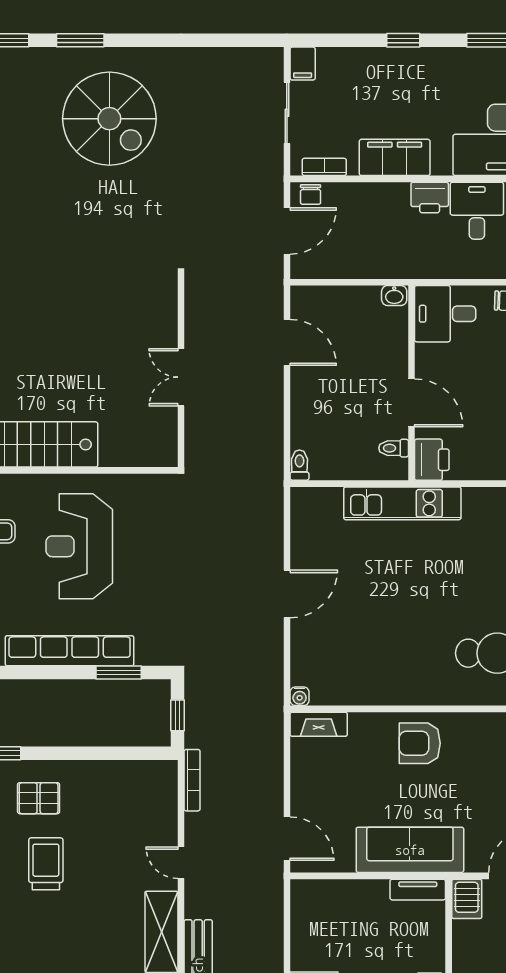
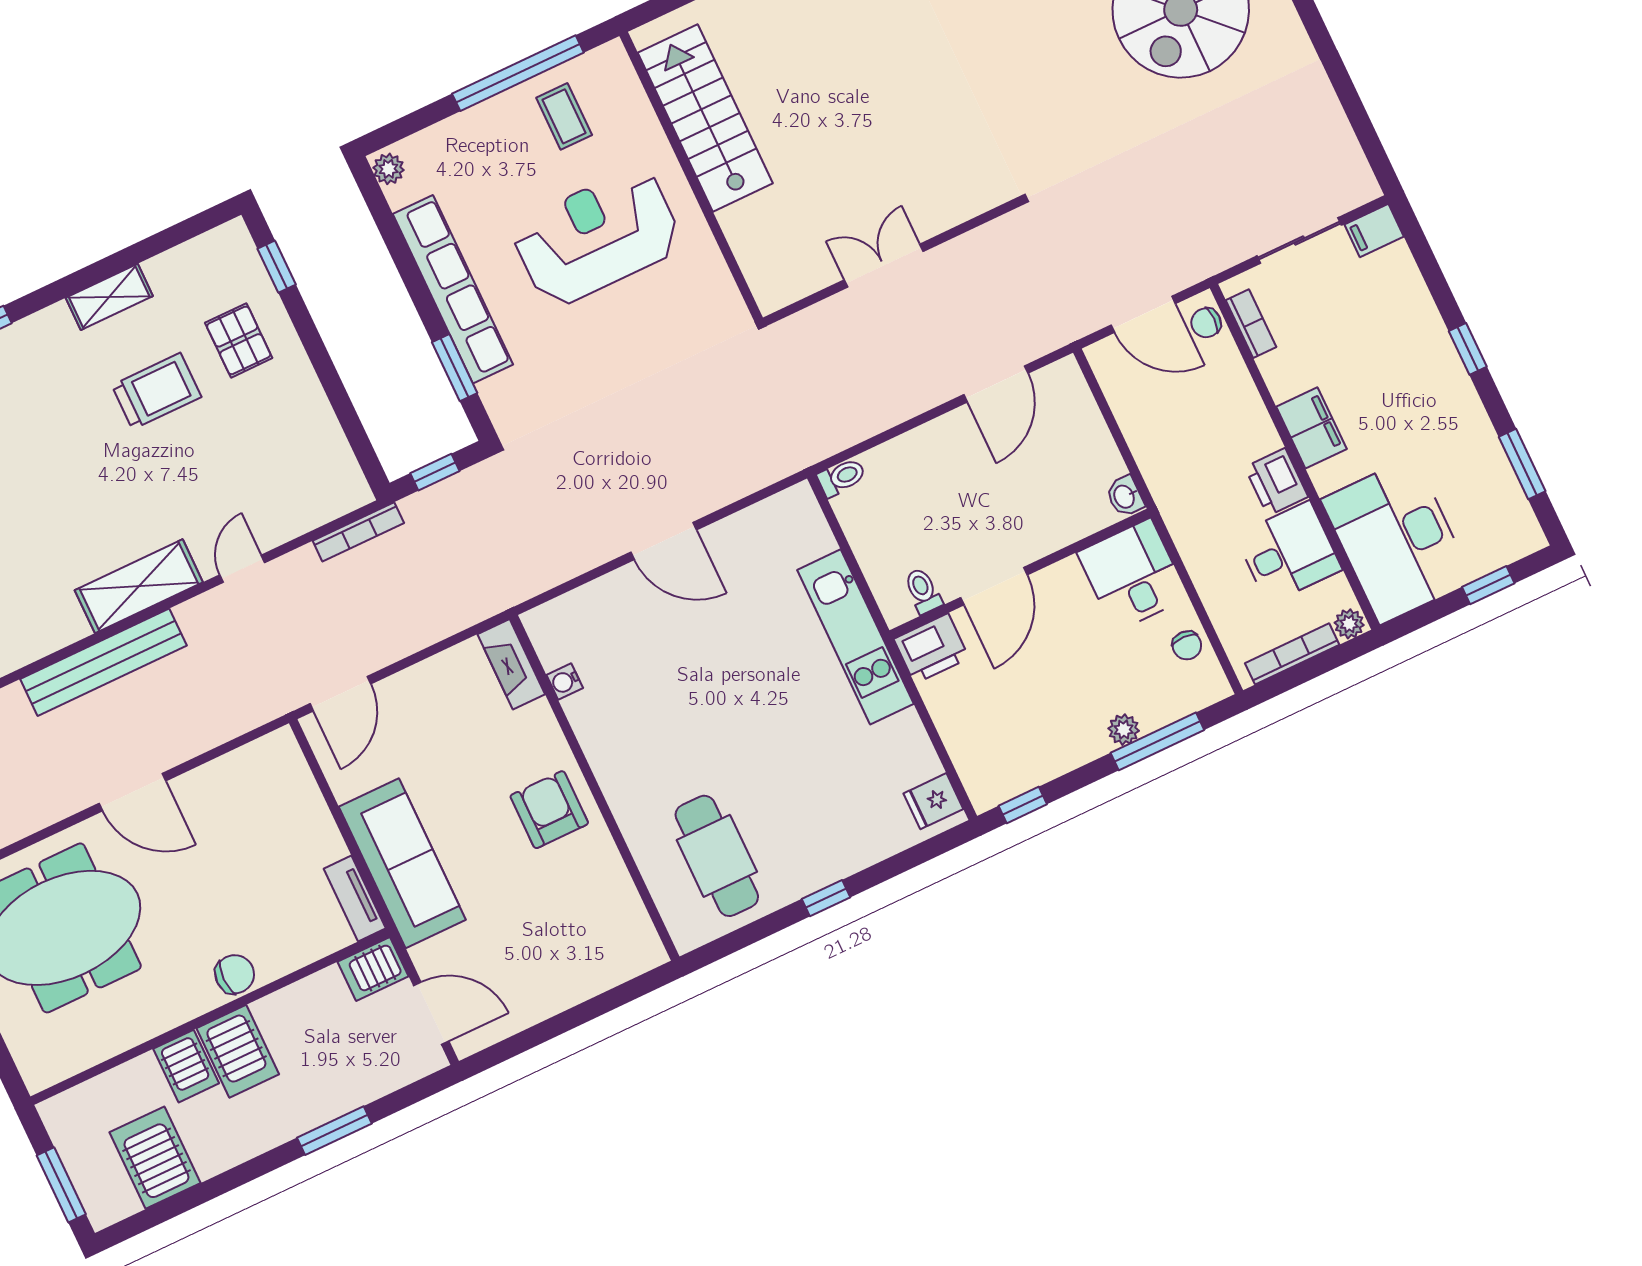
filing cabinet: (395, 157) -> (1311, 428), width x0.67, depth x0.86
water cooler: (300, 696) -> (565, 682), moved

